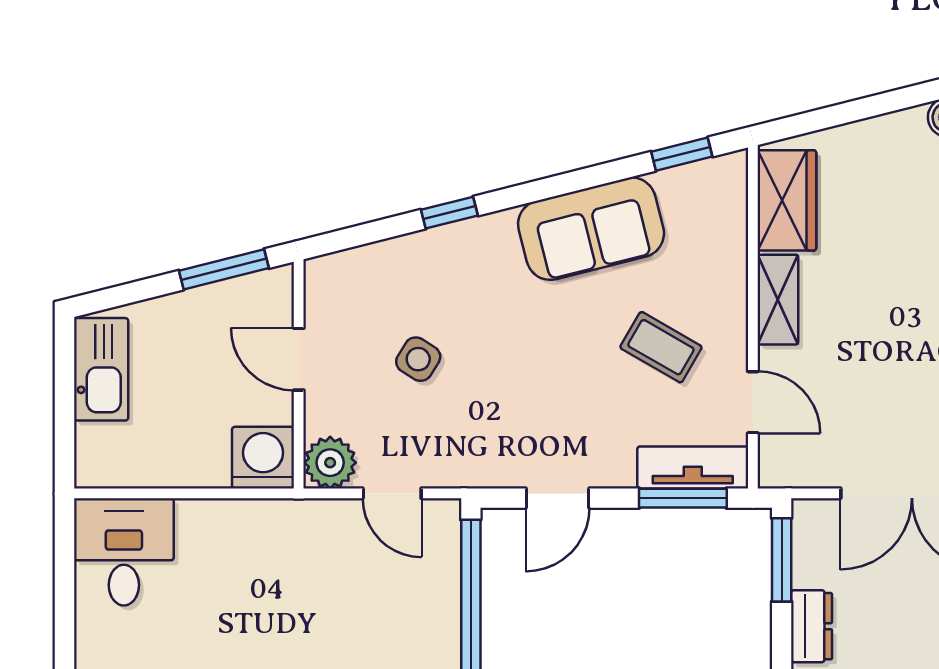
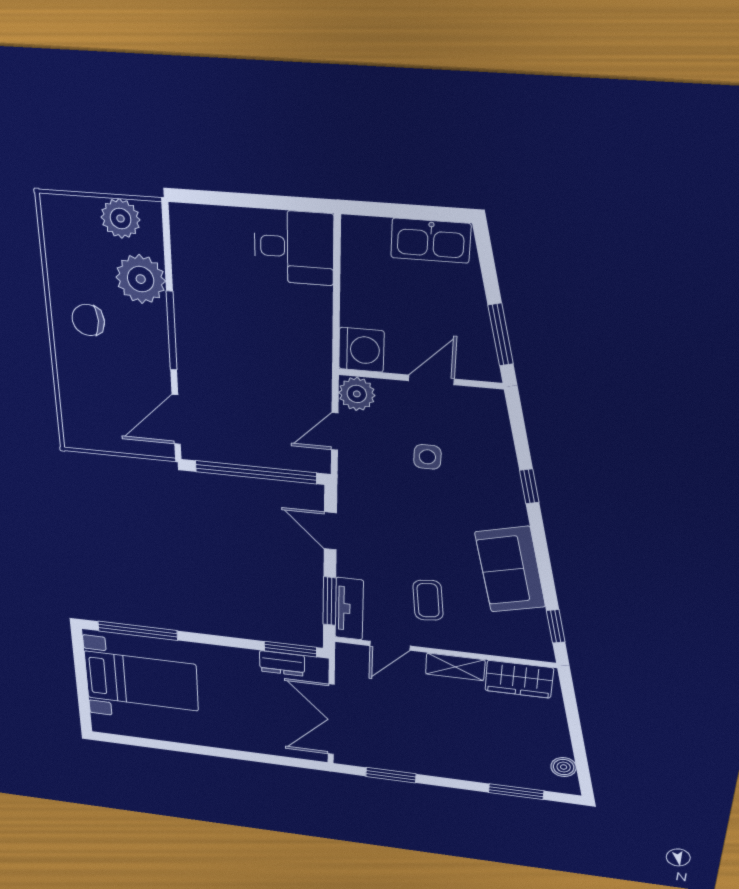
coffee table: (661, 347) -> (428, 600), turned -36
side table: (418, 359) -> (427, 457), turned -32
dresser: (811, 626) -> (282, 663), moved

